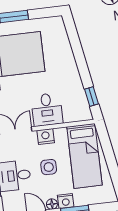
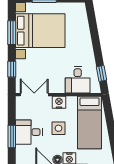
desk: (47, 110) -> (78, 80), moved

